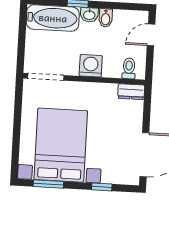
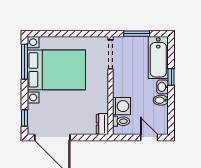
window: (22, 43) -> (137, 34), added
washing machine: (91, 66) -> (122, 106), moved
window: (48, 184) -> (24, 62), width x1.44
window: (102, 187) -> (24, 118), moved

